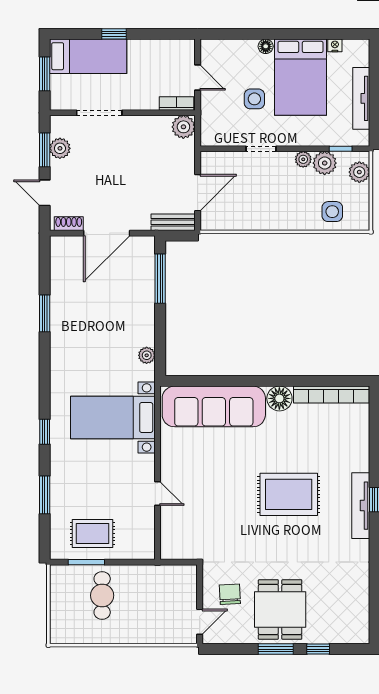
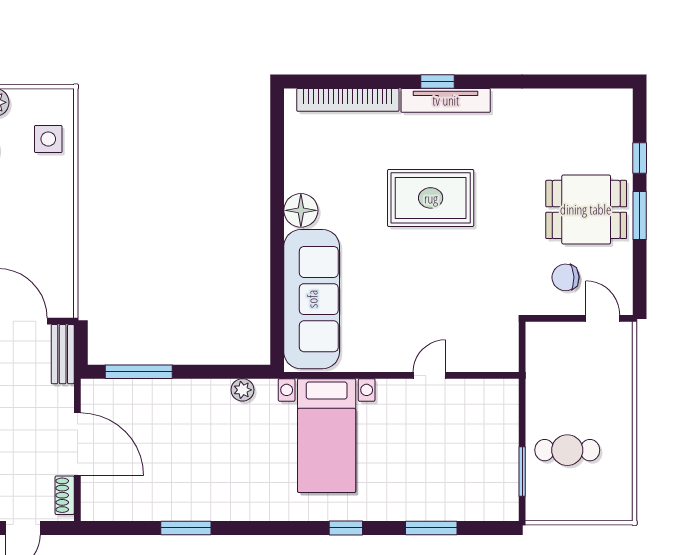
bookcase: (331, 395) -> (348, 100), moved, turned 90
rug: (289, 494) -> (431, 198), turned 90
rug: (92, 534) -> (483, 463), removed

